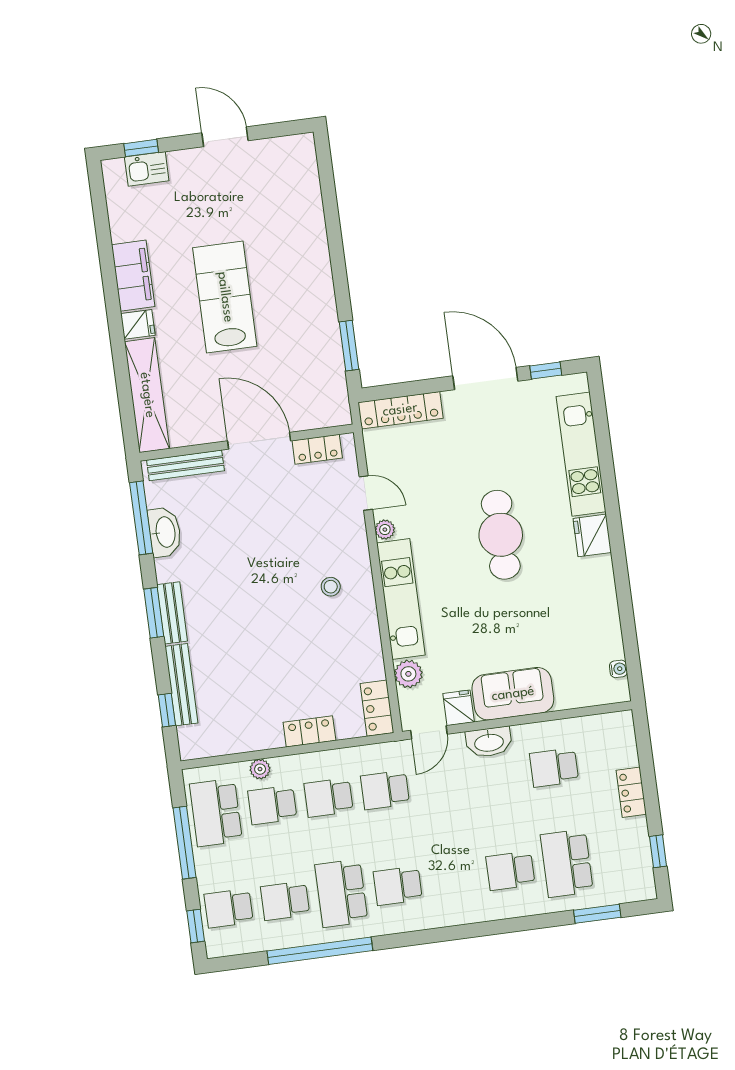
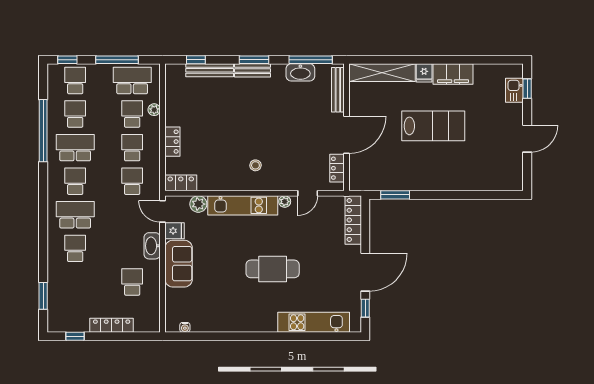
fridge: (592, 535) -> (265, 322), removed
locker: (631, 792) -> (112, 325), width x1.53
school desk: (567, 863) -> (75, 215), moved

